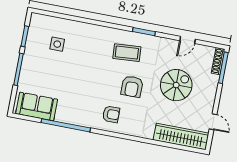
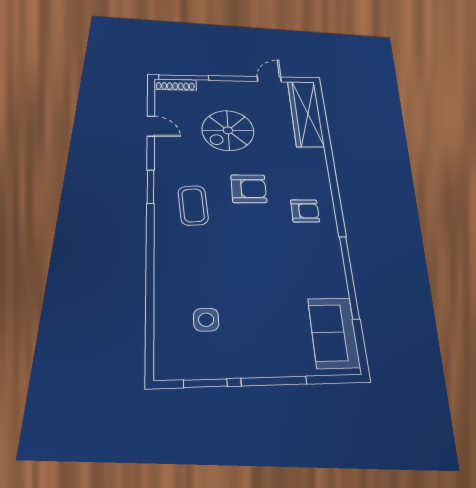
spiral stairs: (176, 85) -> (228, 130), turned -90
armchair: (111, 114) -> (305, 211), turned 90

